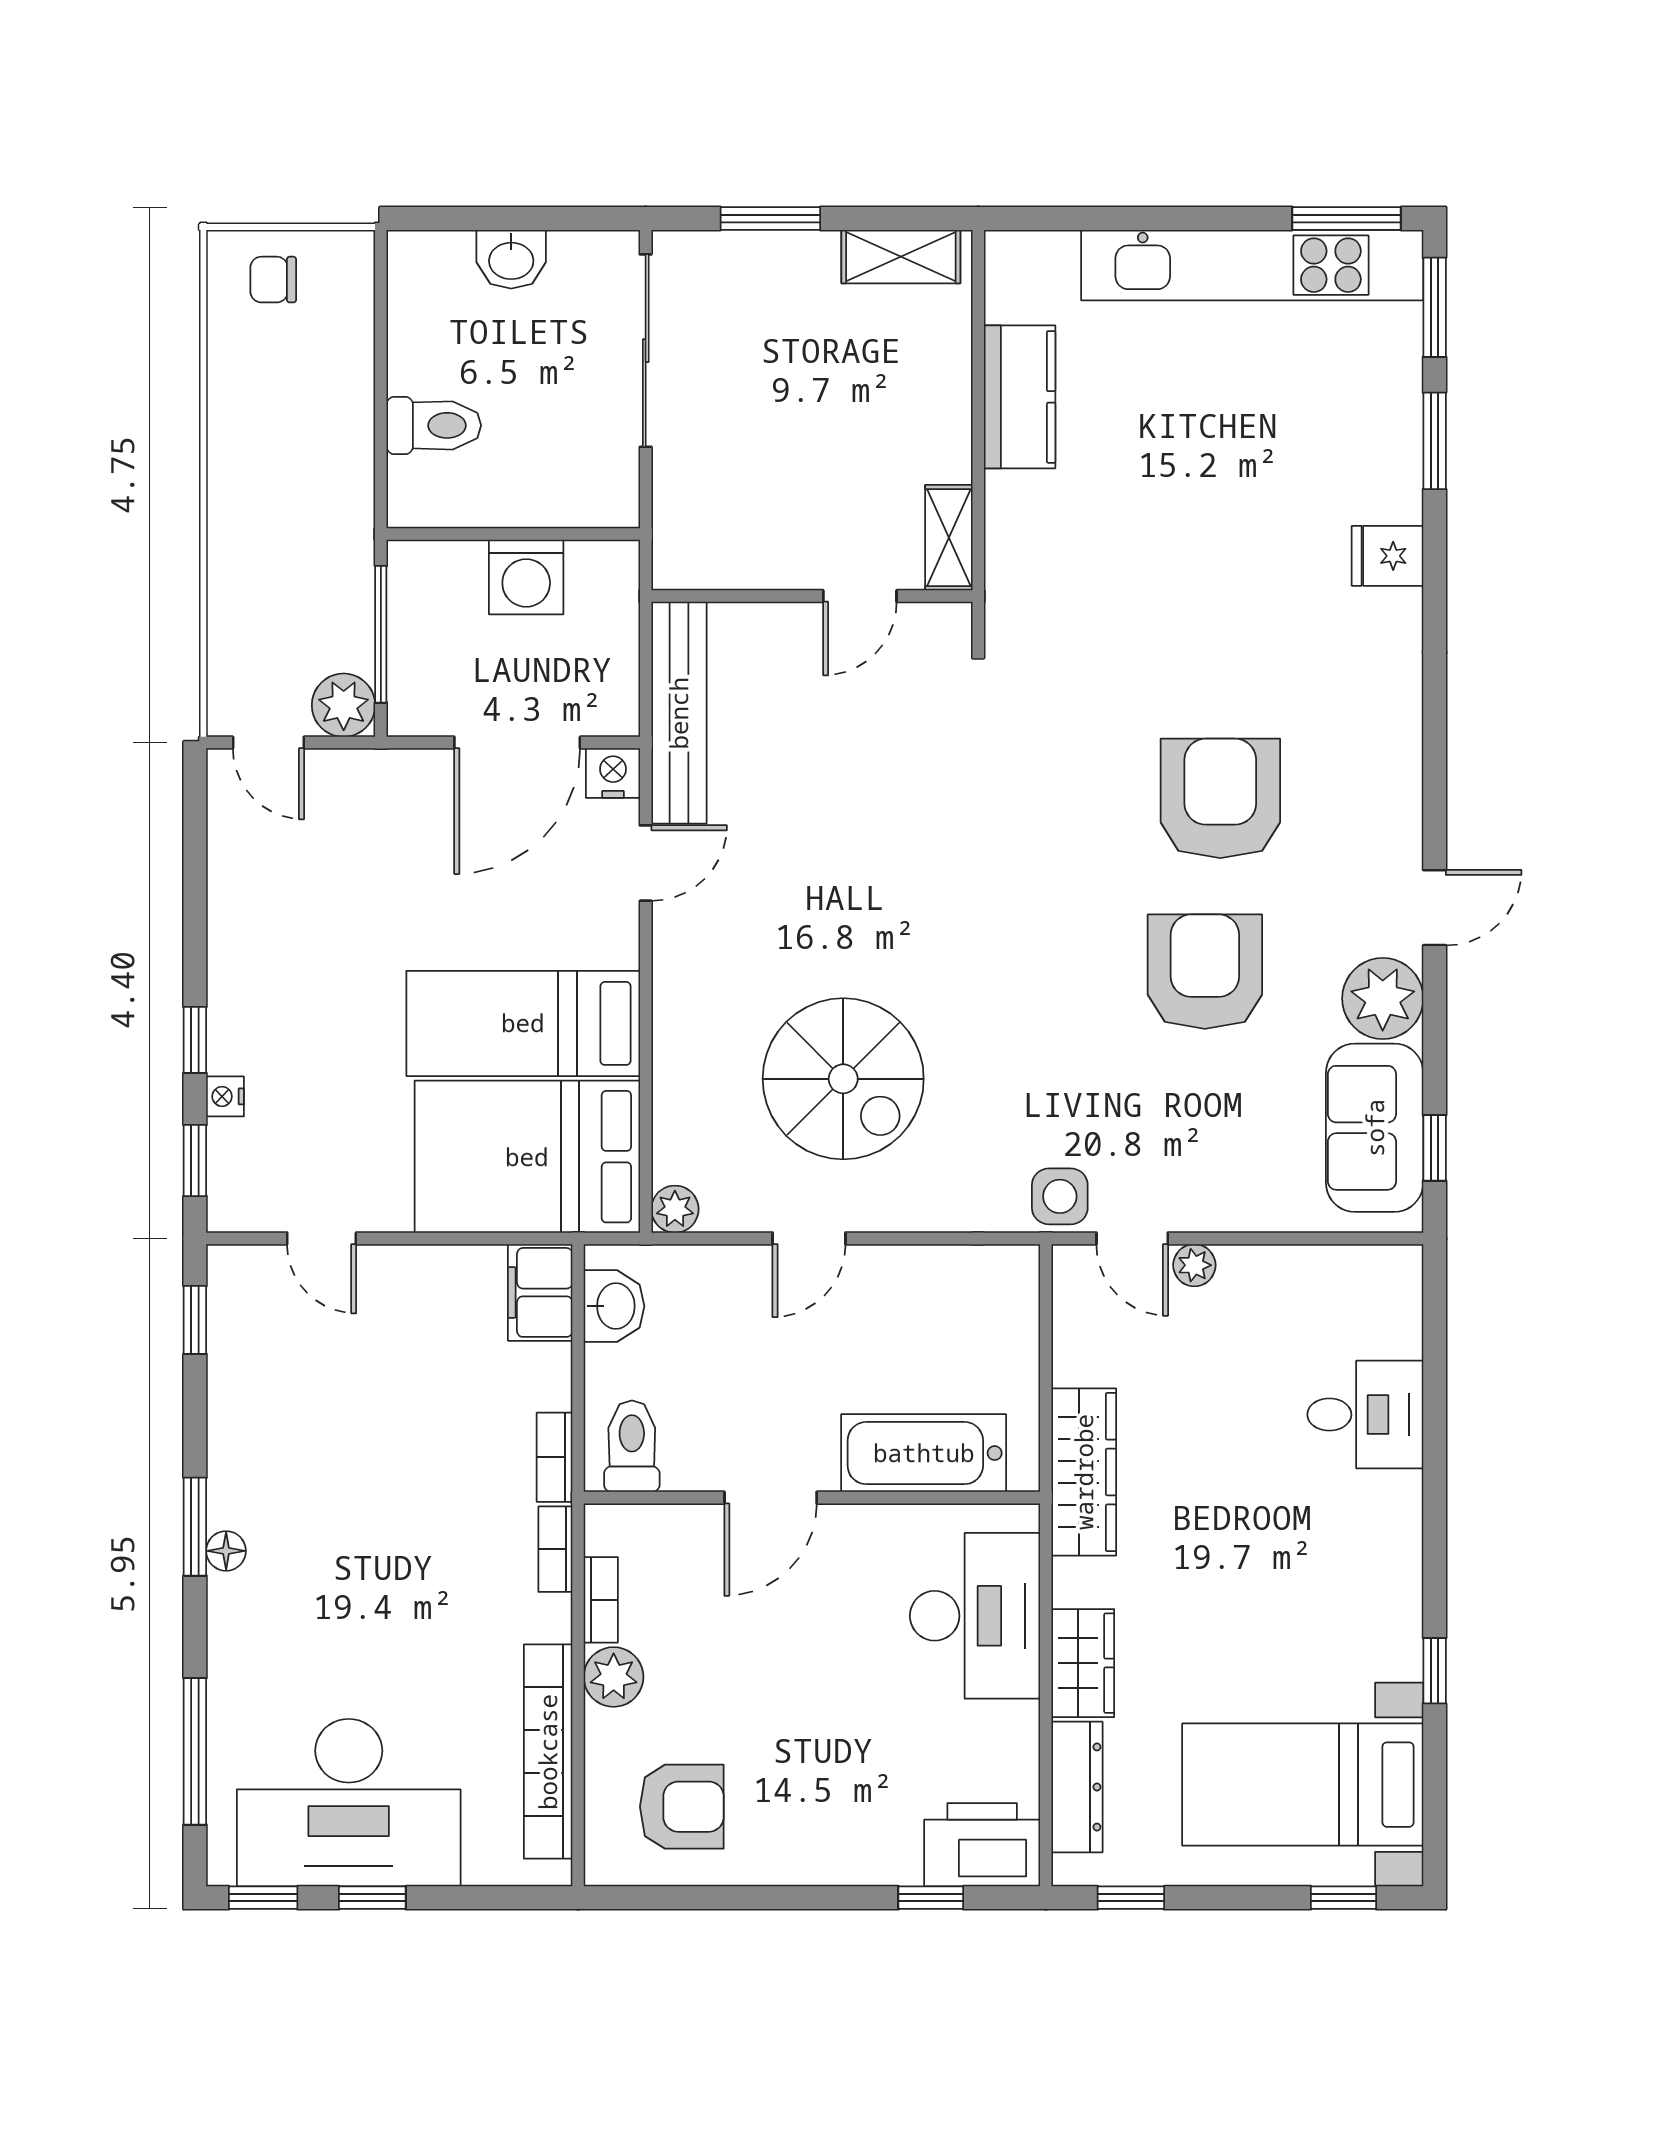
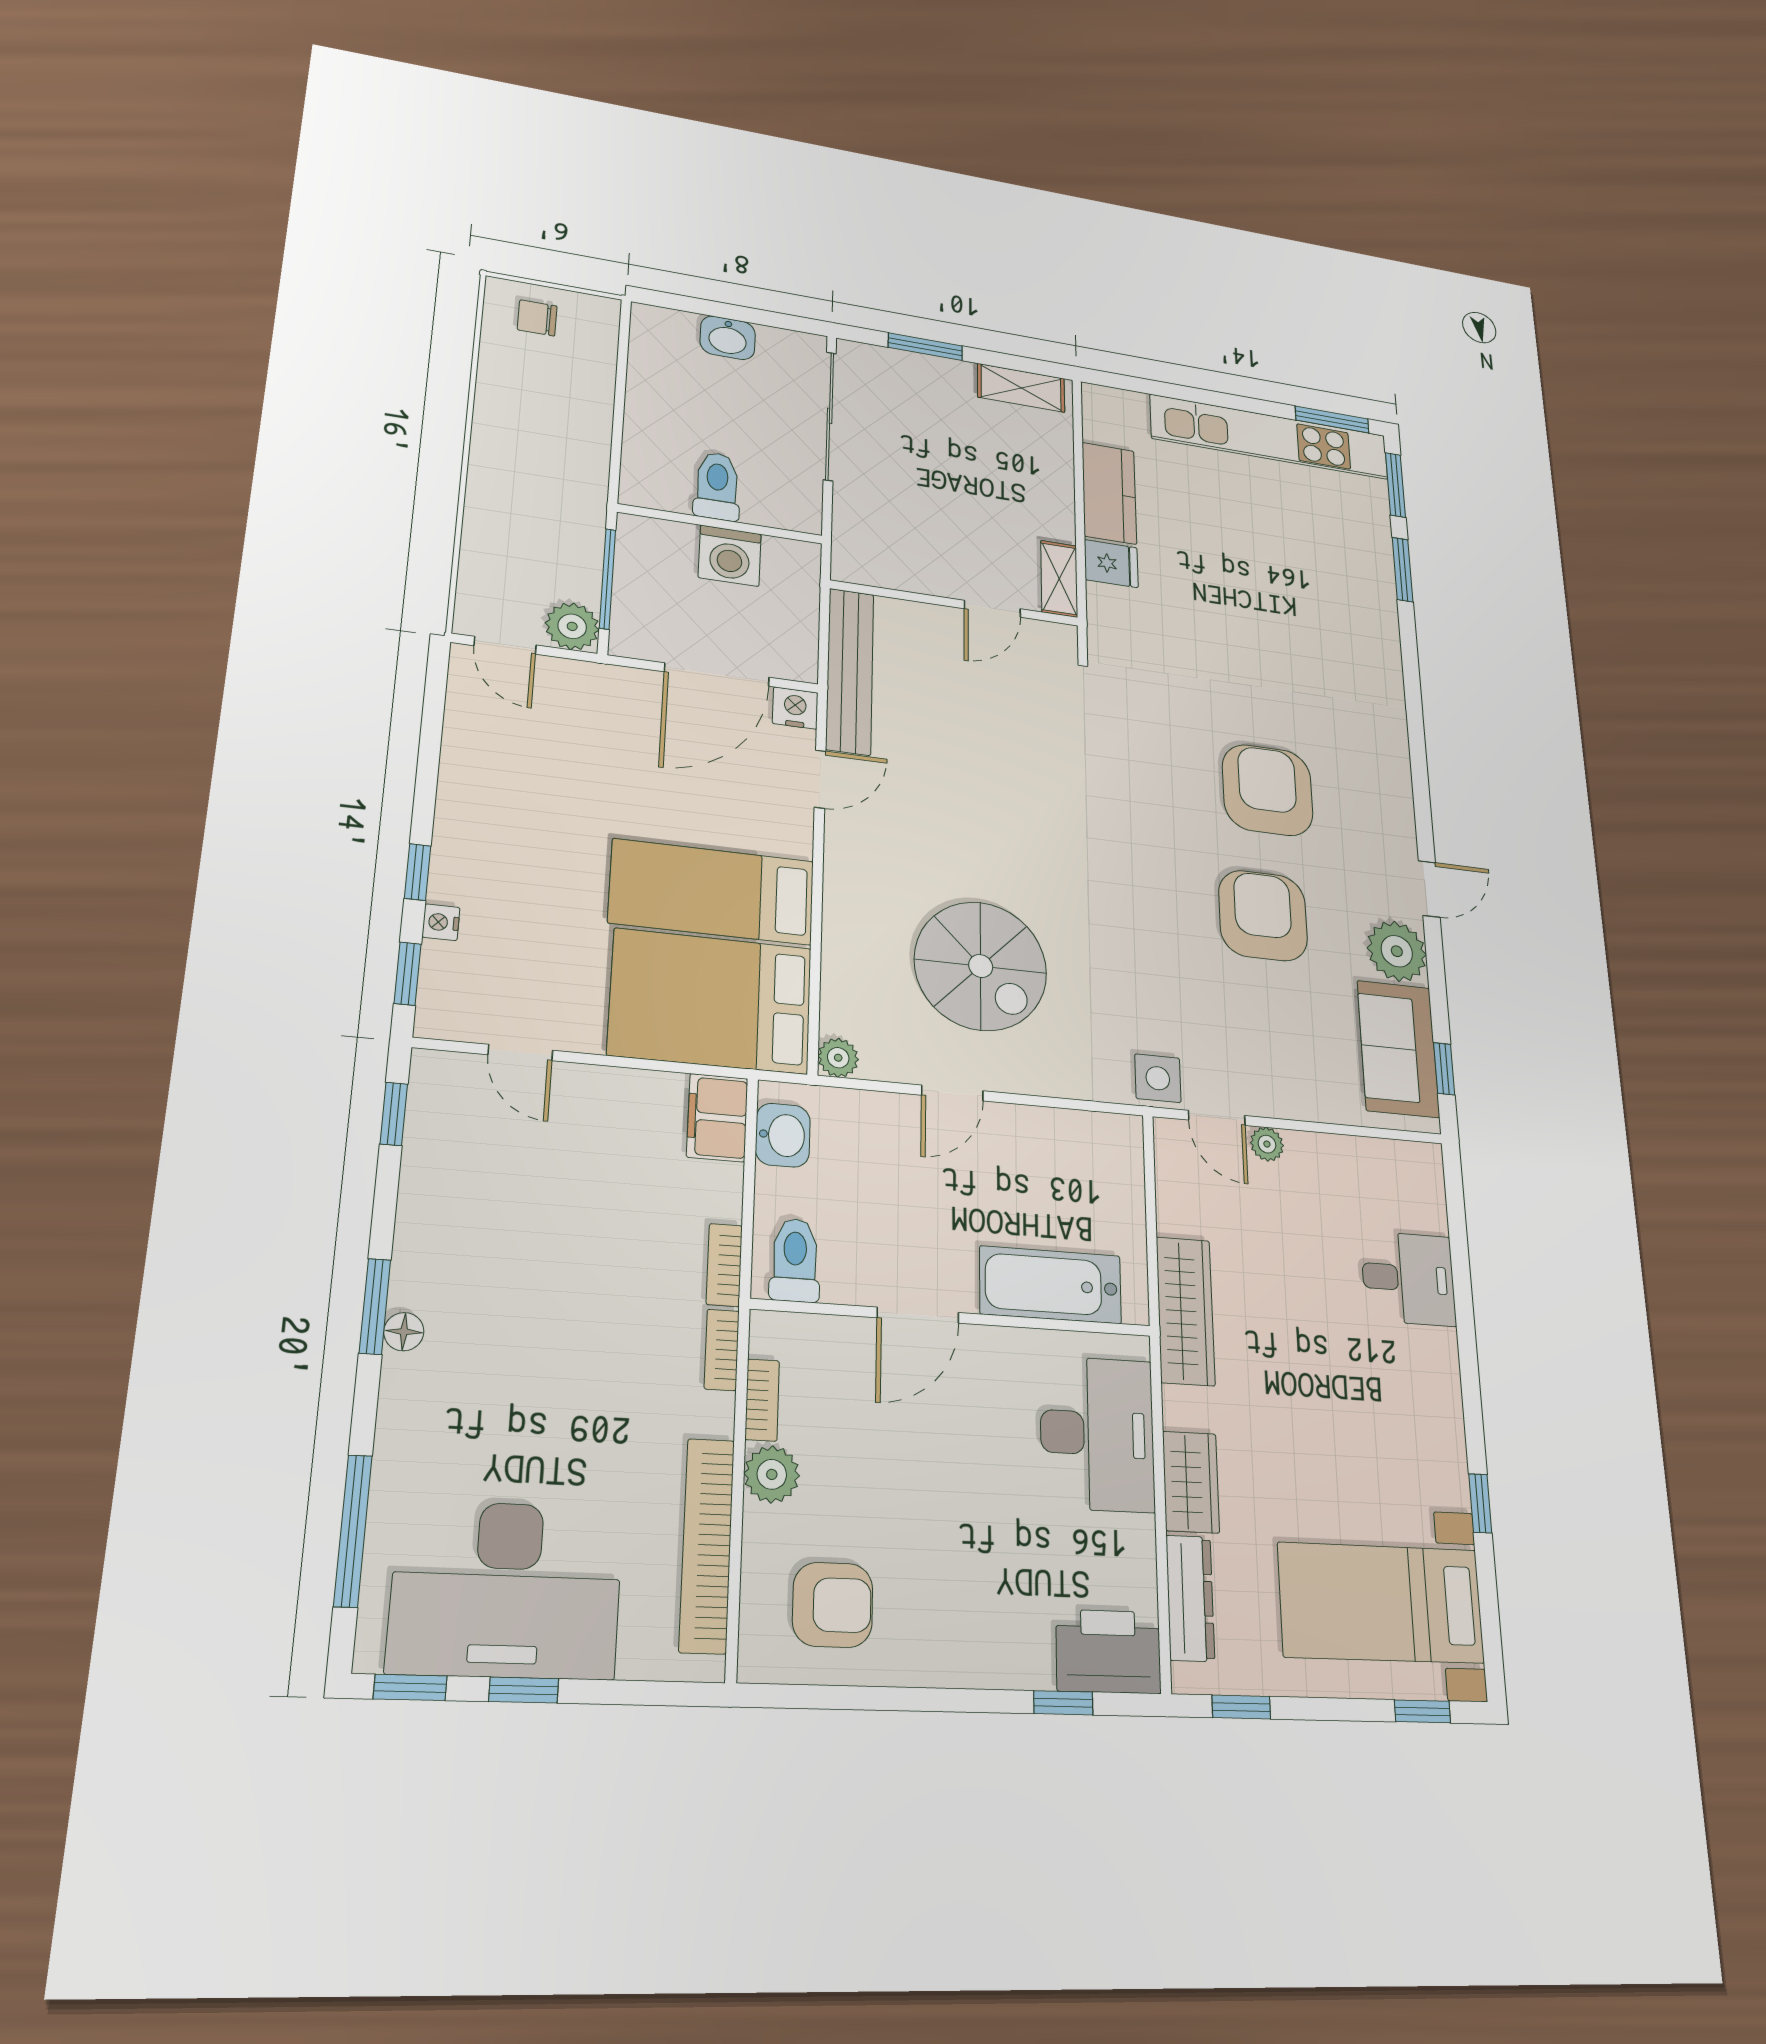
toilet: (434, 425) -> (717, 486), moved, turned -90
fridge: (1388, 556) -> (1111, 564), moved, turned 180

